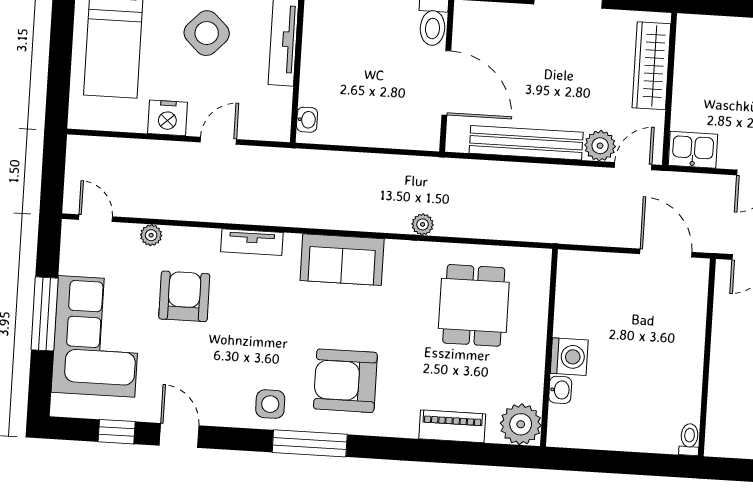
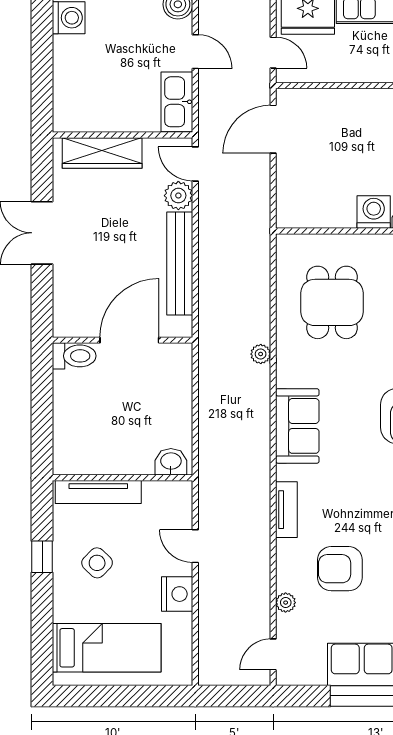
side table: (207, 33) -> (97, 563), width x0.73, depth x0.73
washbasin: (307, 120) -> (171, 462), width x1.38, depth x1.45
kitchen sink: (693, 150) -> (177, 102), width x1.38
dining table: (474, 305) -> (332, 302), turned 90

